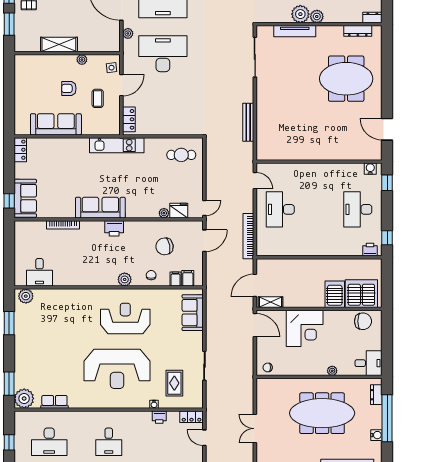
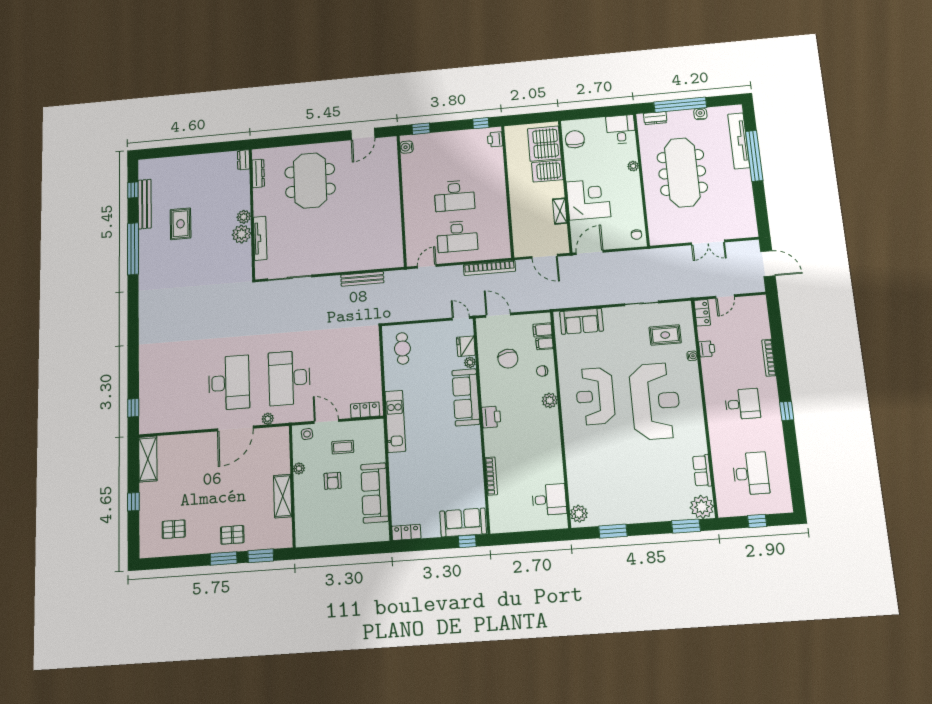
sofa: (100, 208) -> (466, 397), moved
desk: (358, 209) -> (454, 196), moved
shelving: (270, 302) -> (560, 211), moved

